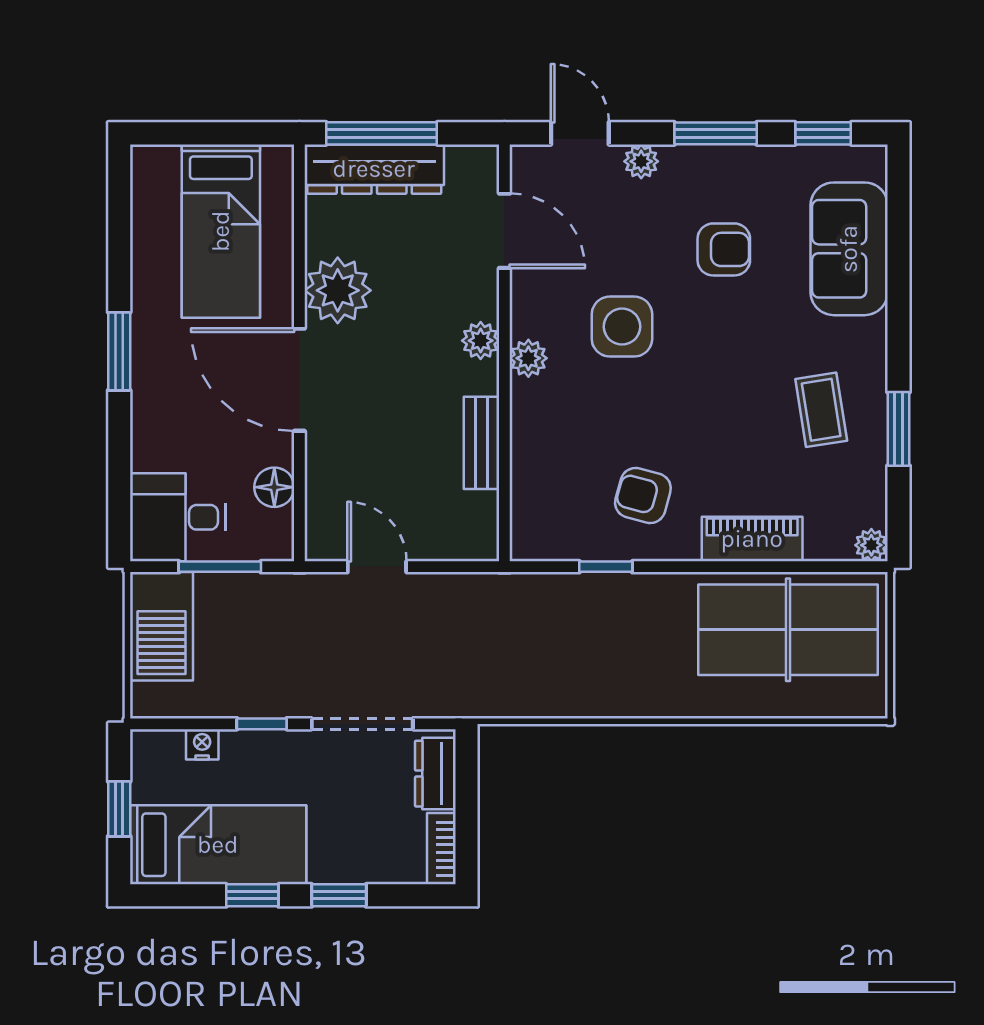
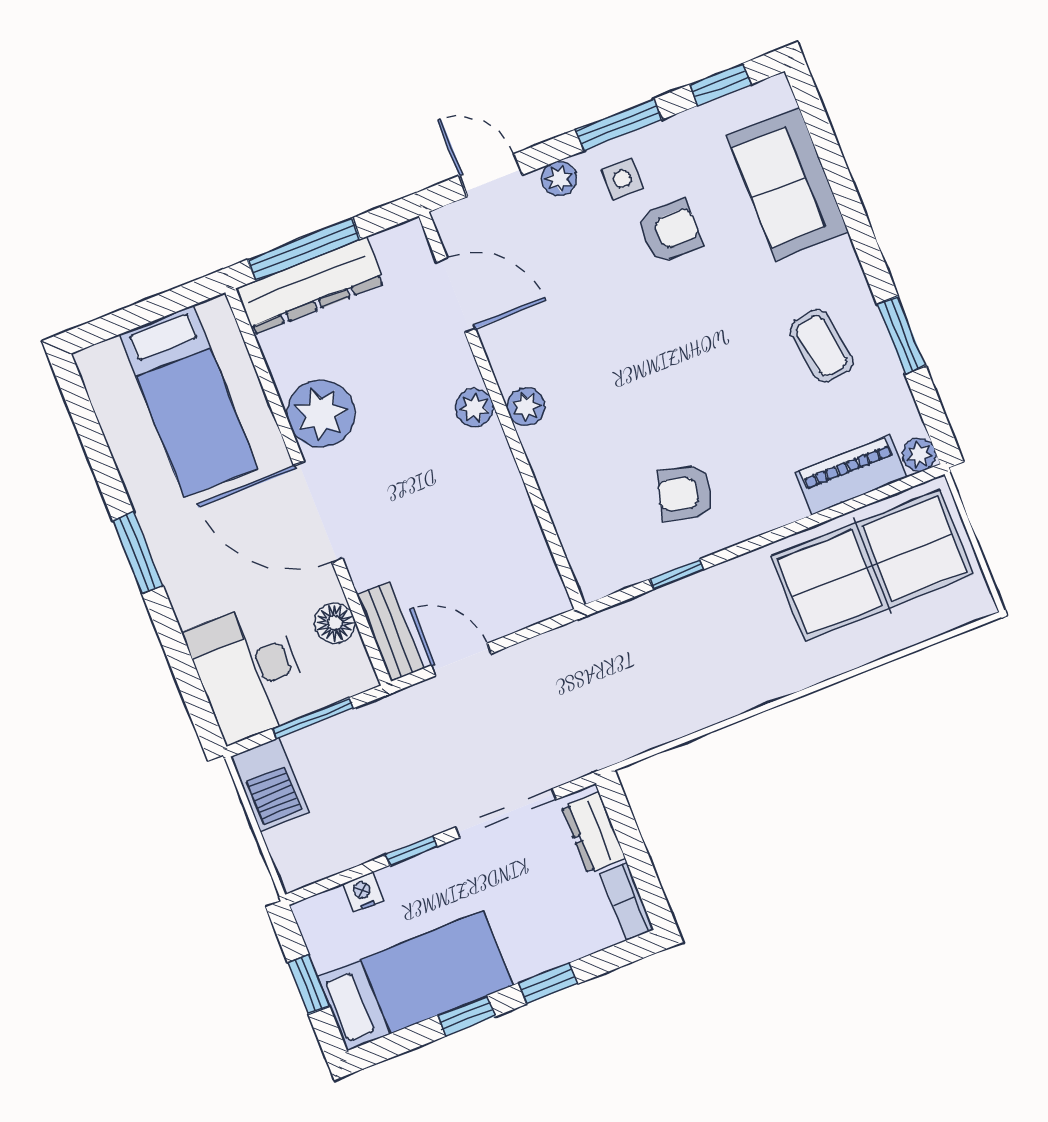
side table: (622, 327) -> (622, 179), moved, width x0.54, depth x0.54
bench: (482, 443) -> (390, 631), moved
desk: (178, 517) -> (249, 672), width x1.37
piano: (752, 539) -> (851, 475), moved
barbecue: (161, 626) -> (270, 784), width x0.73, depth x0.83

